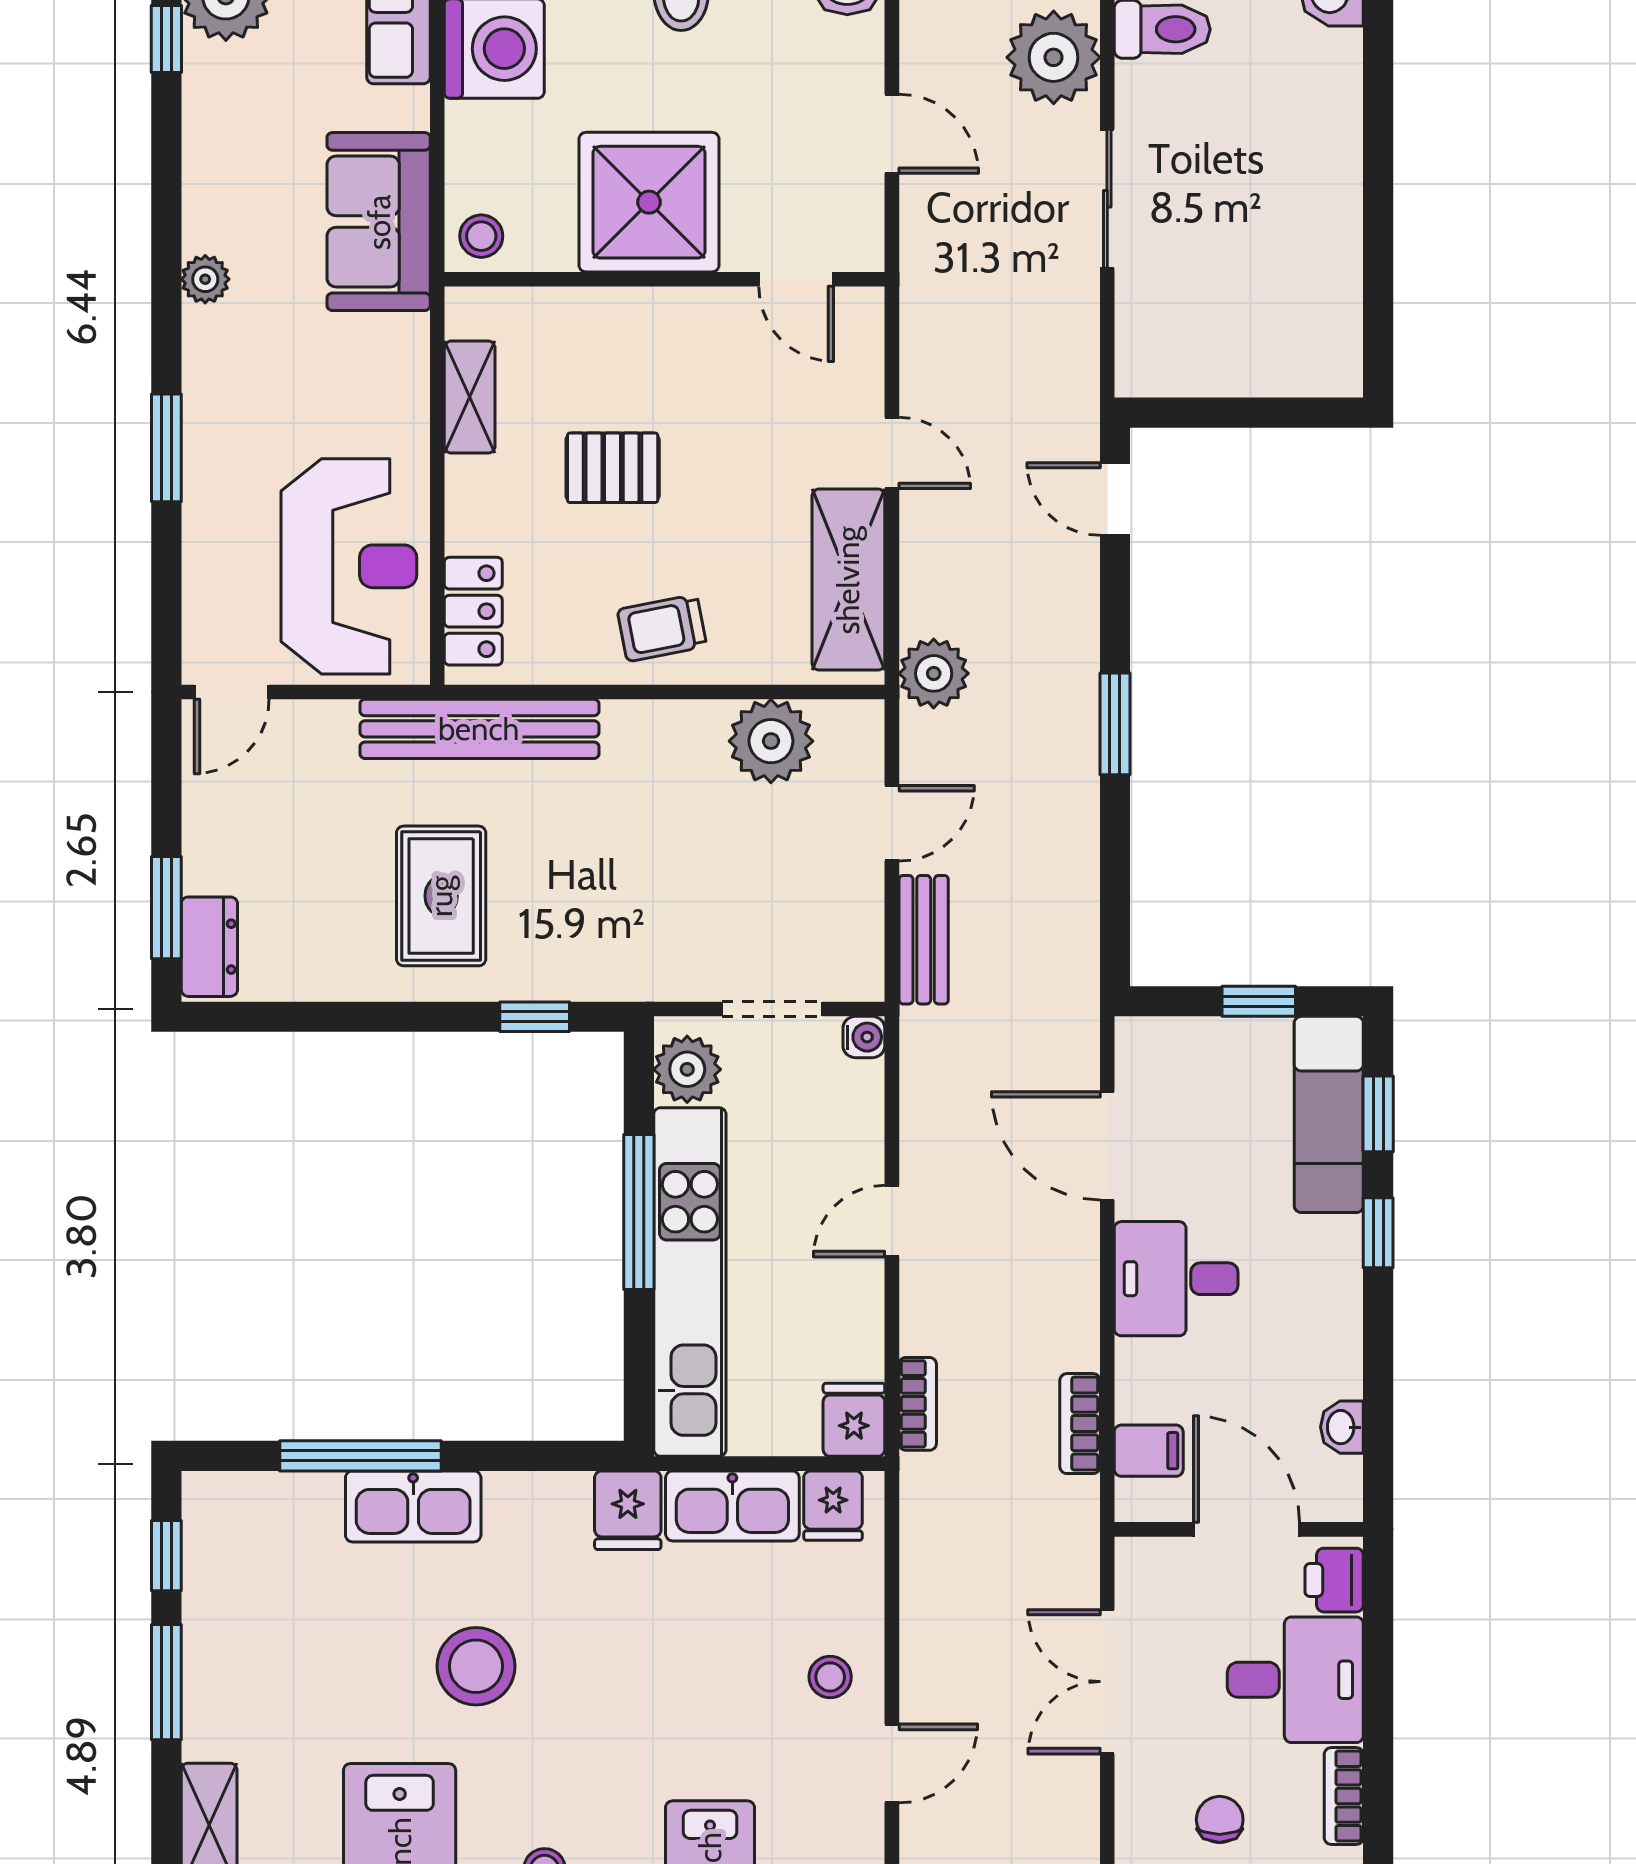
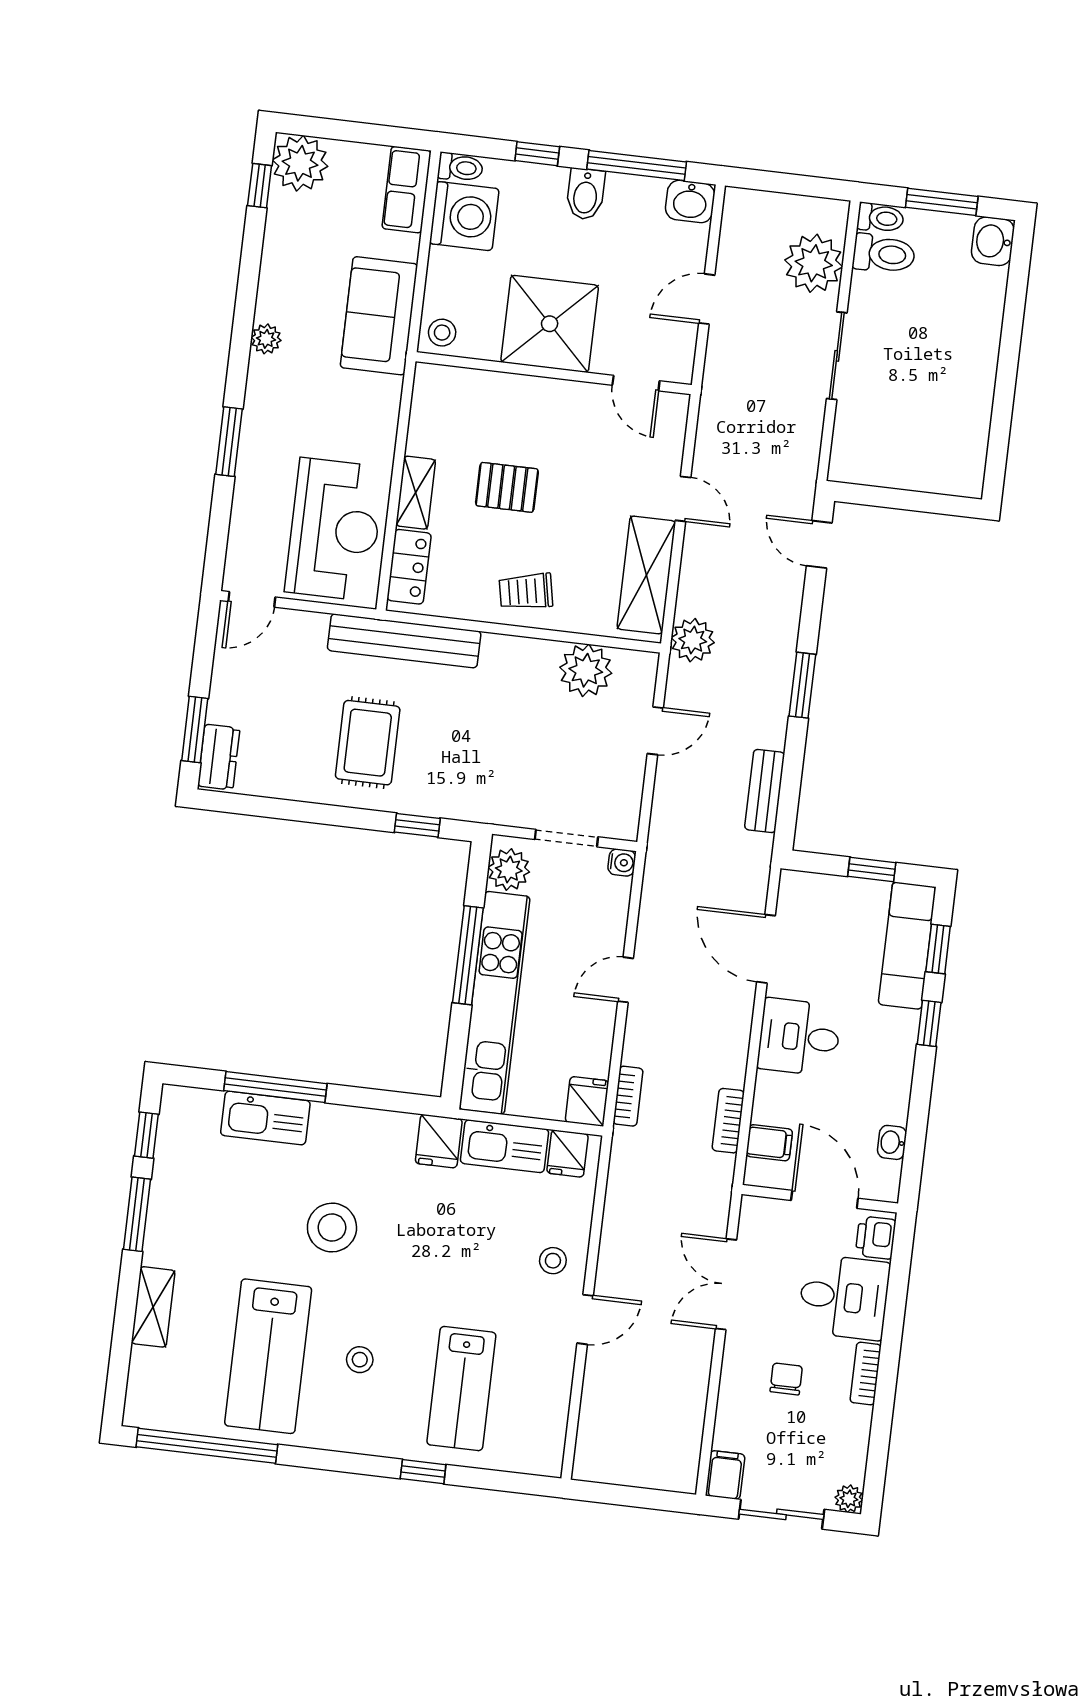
door: (892, 134) -> (707, 299), swing flipped
shelving: (470, 397) -> (416, 493), moved
bench: (924, 940) -> (765, 791), moved
kitchen sink: (413, 1506) -> (265, 1118), moved

